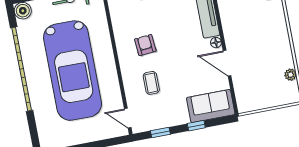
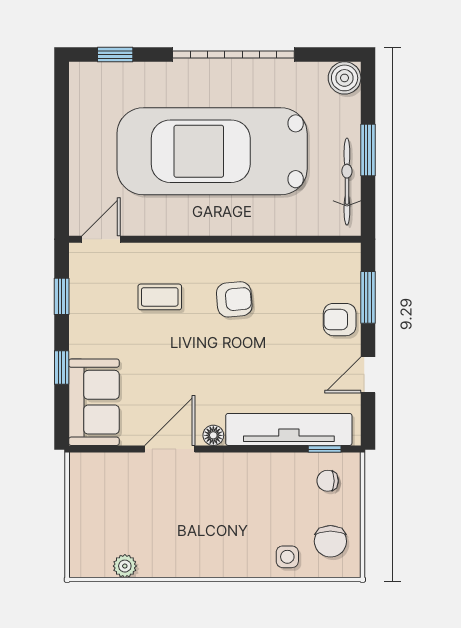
garage door: (22, 69) -> (233, 55), width x0.73
window: (33, 129) -> (115, 55), added

